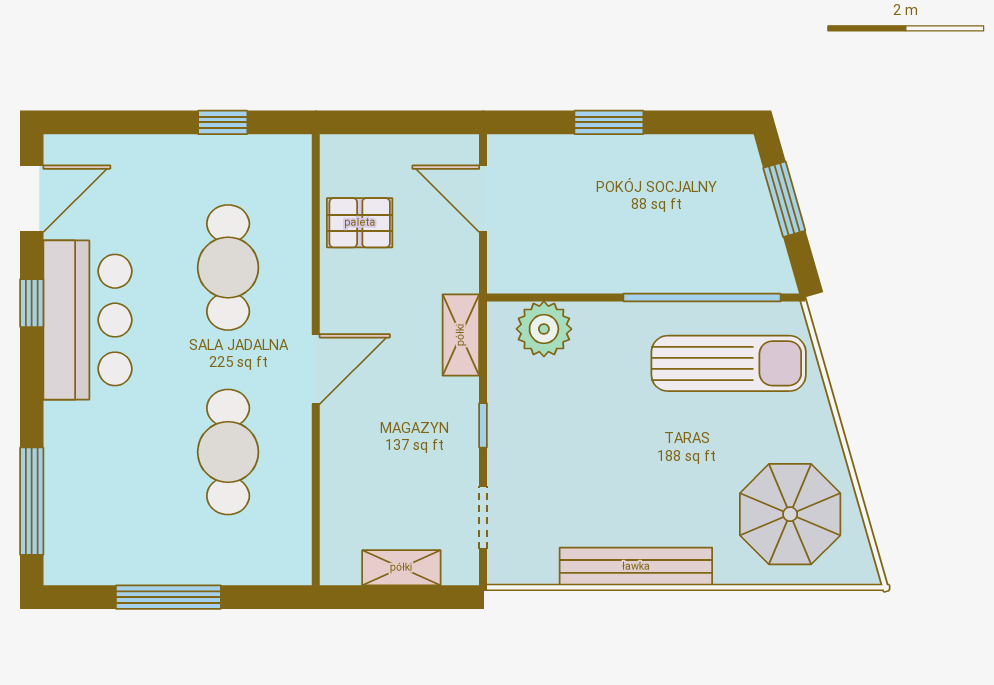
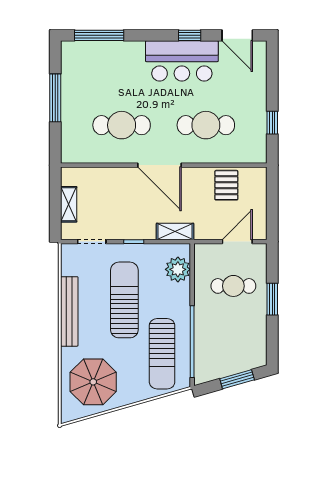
cafe table: (580, 207) -> (233, 286), added
door: (316, 369) -> (159, 165), width x1.36
sun lounger: (611, 446) -> (124, 300), added

